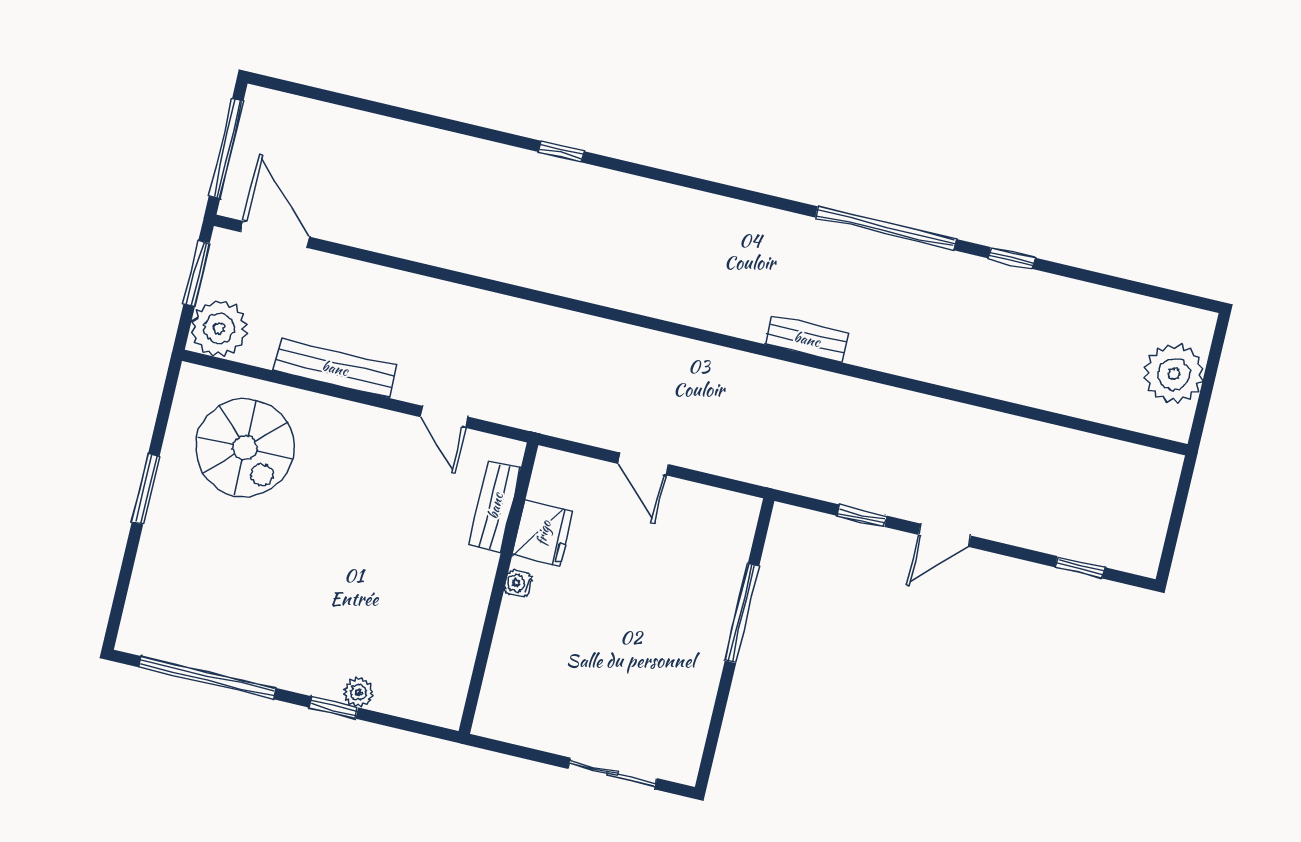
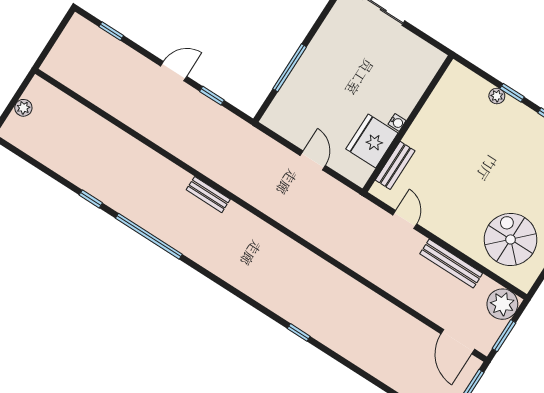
plant: (1174, 374) -> (23, 108), width x0.53, depth x0.53
fridge: (543, 533) -> (372, 141), width x1.36, depth x1.34

